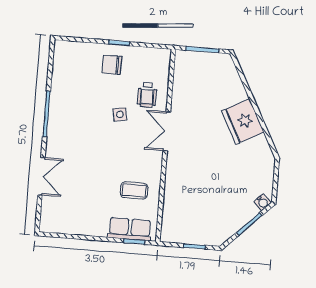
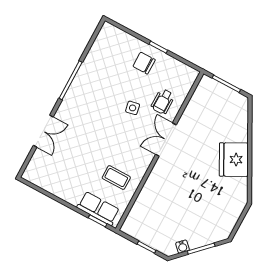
water cooler: (263, 202) -> (182, 247), moved

